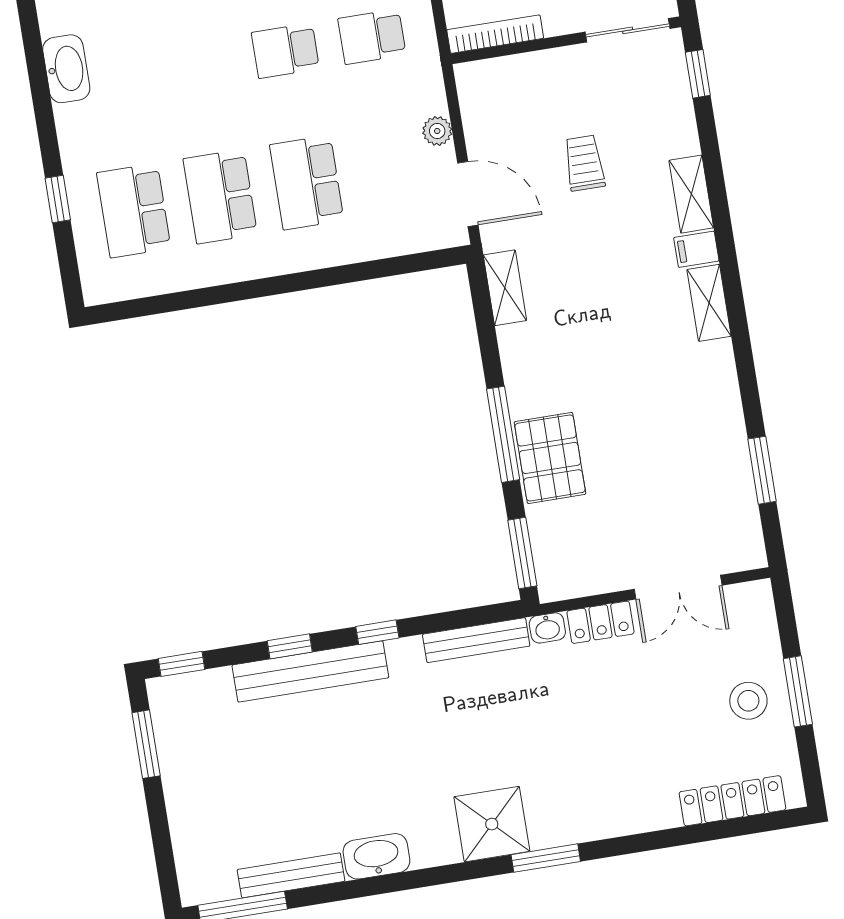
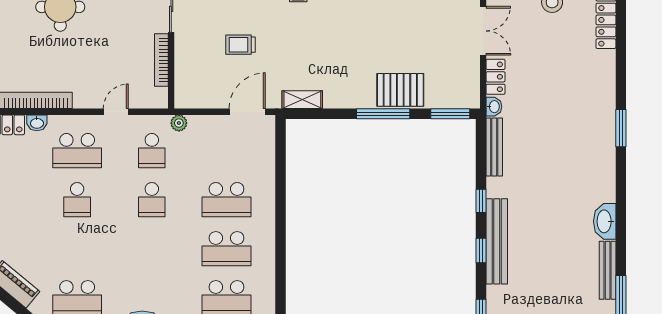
bookcase: (495, 34) -> (161, 60), moved
plant: (437, 131) -> (179, 123), moved
shower: (492, 824) -> (597, 155), removed

